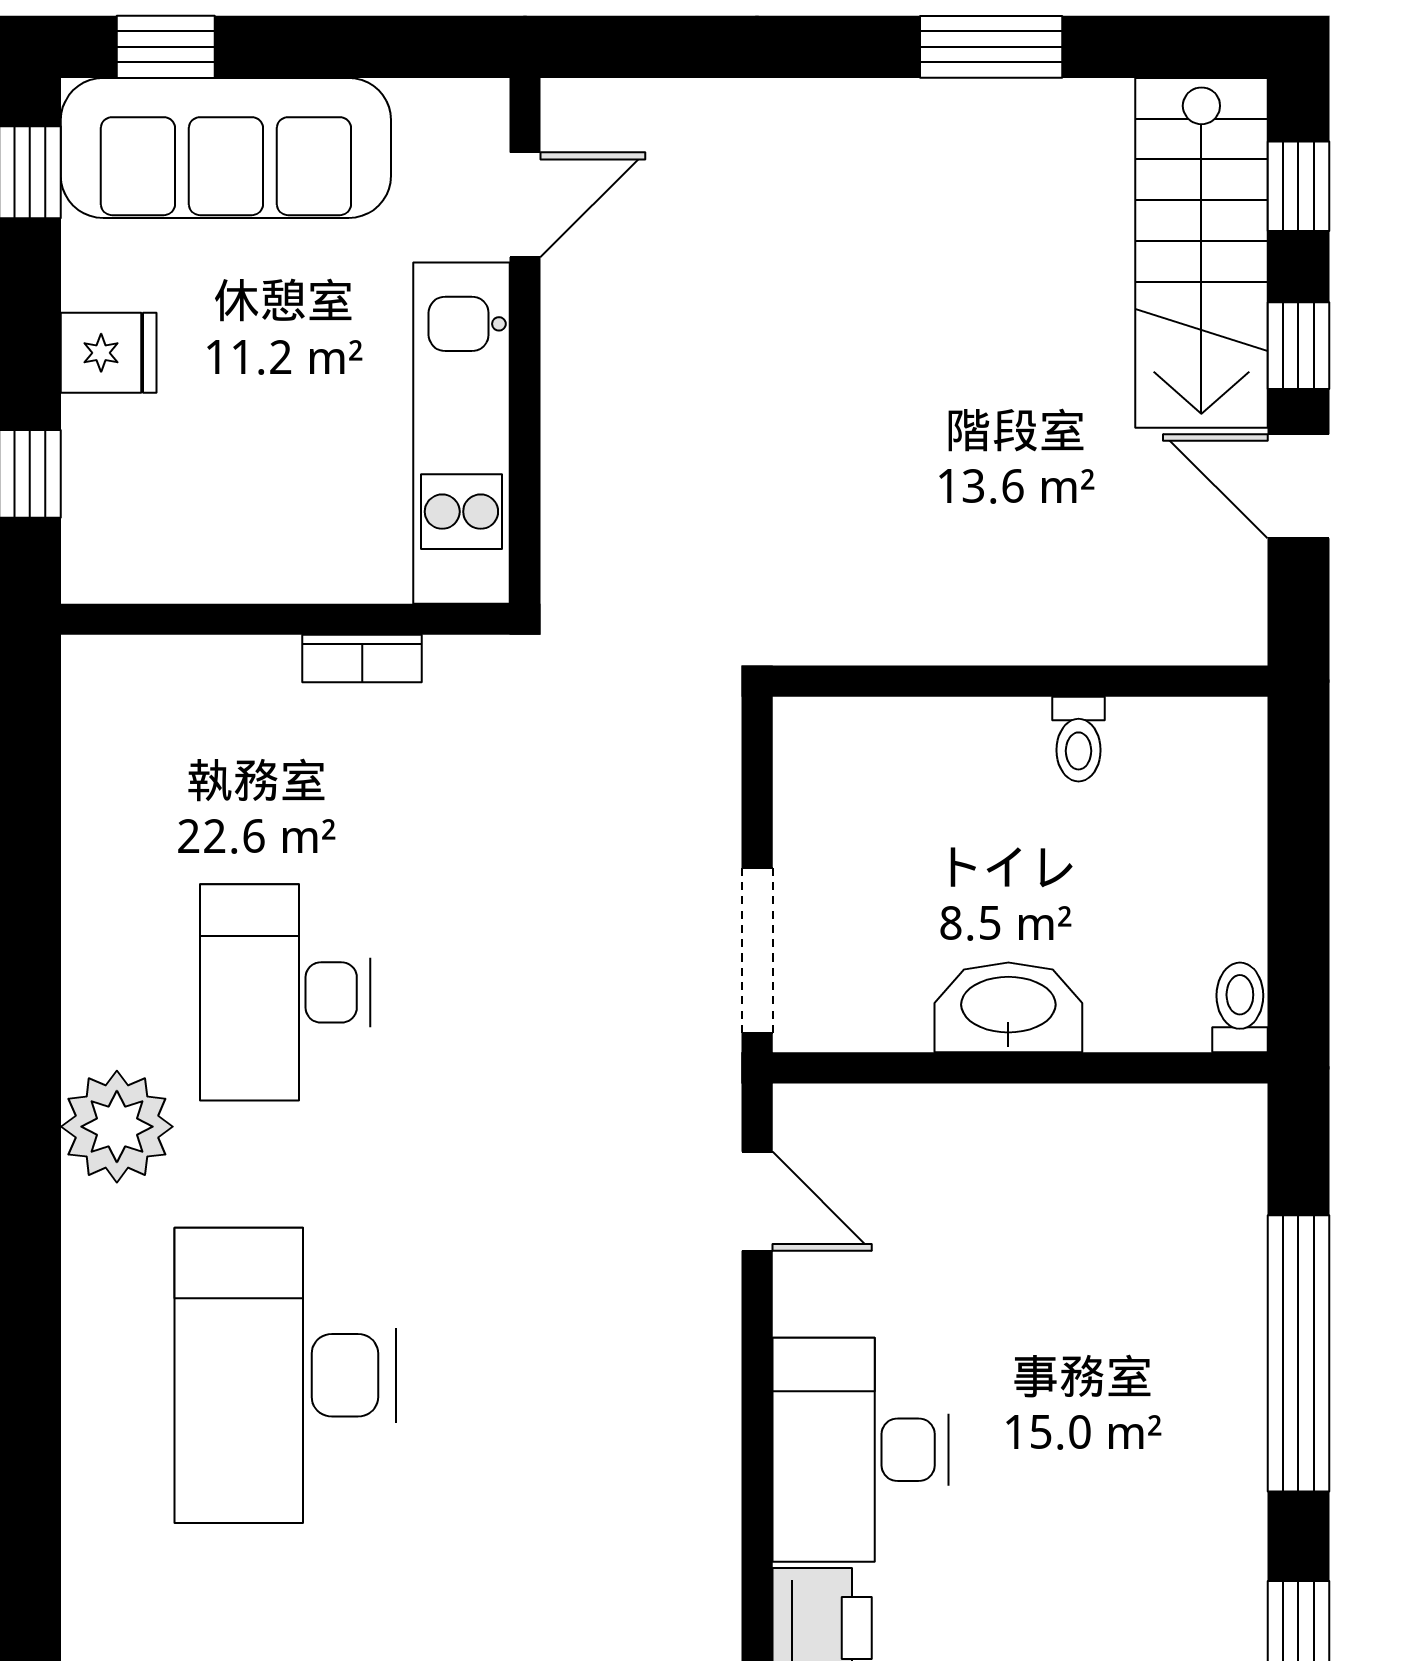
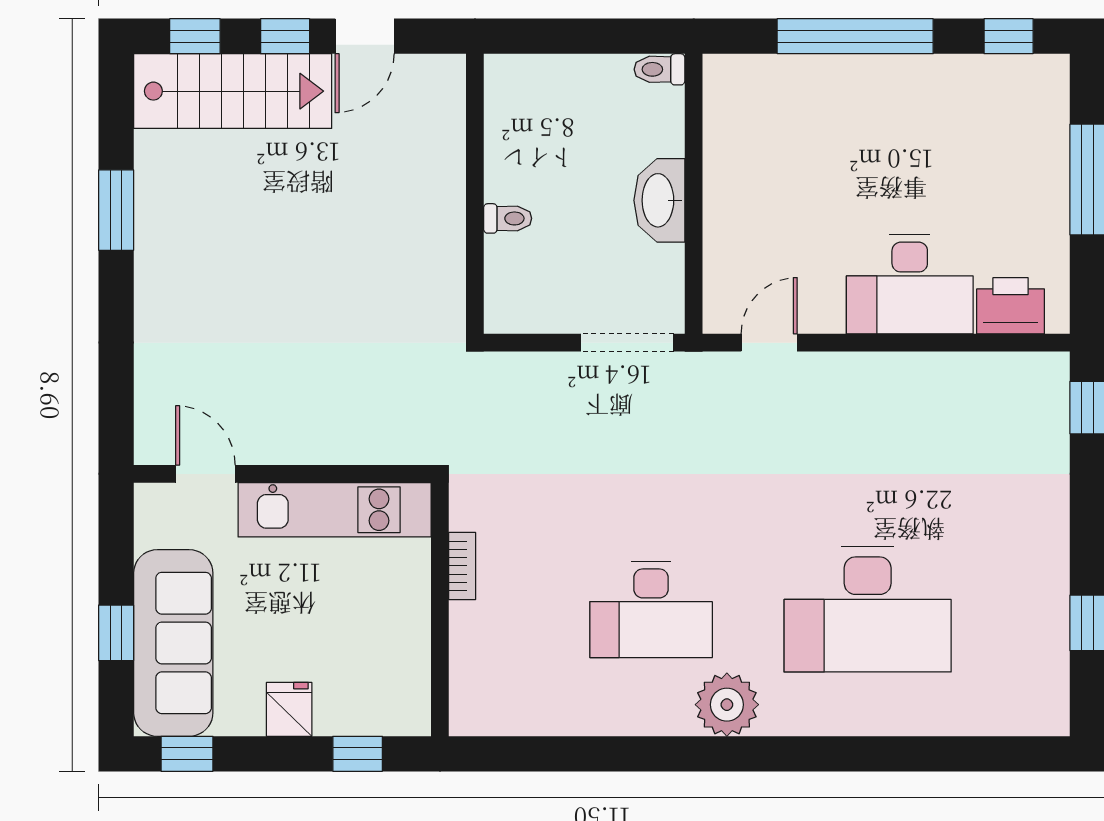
window: (166, 47) -> (116, 633), moved
toilet: (1079, 739) -> (508, 218), moved

